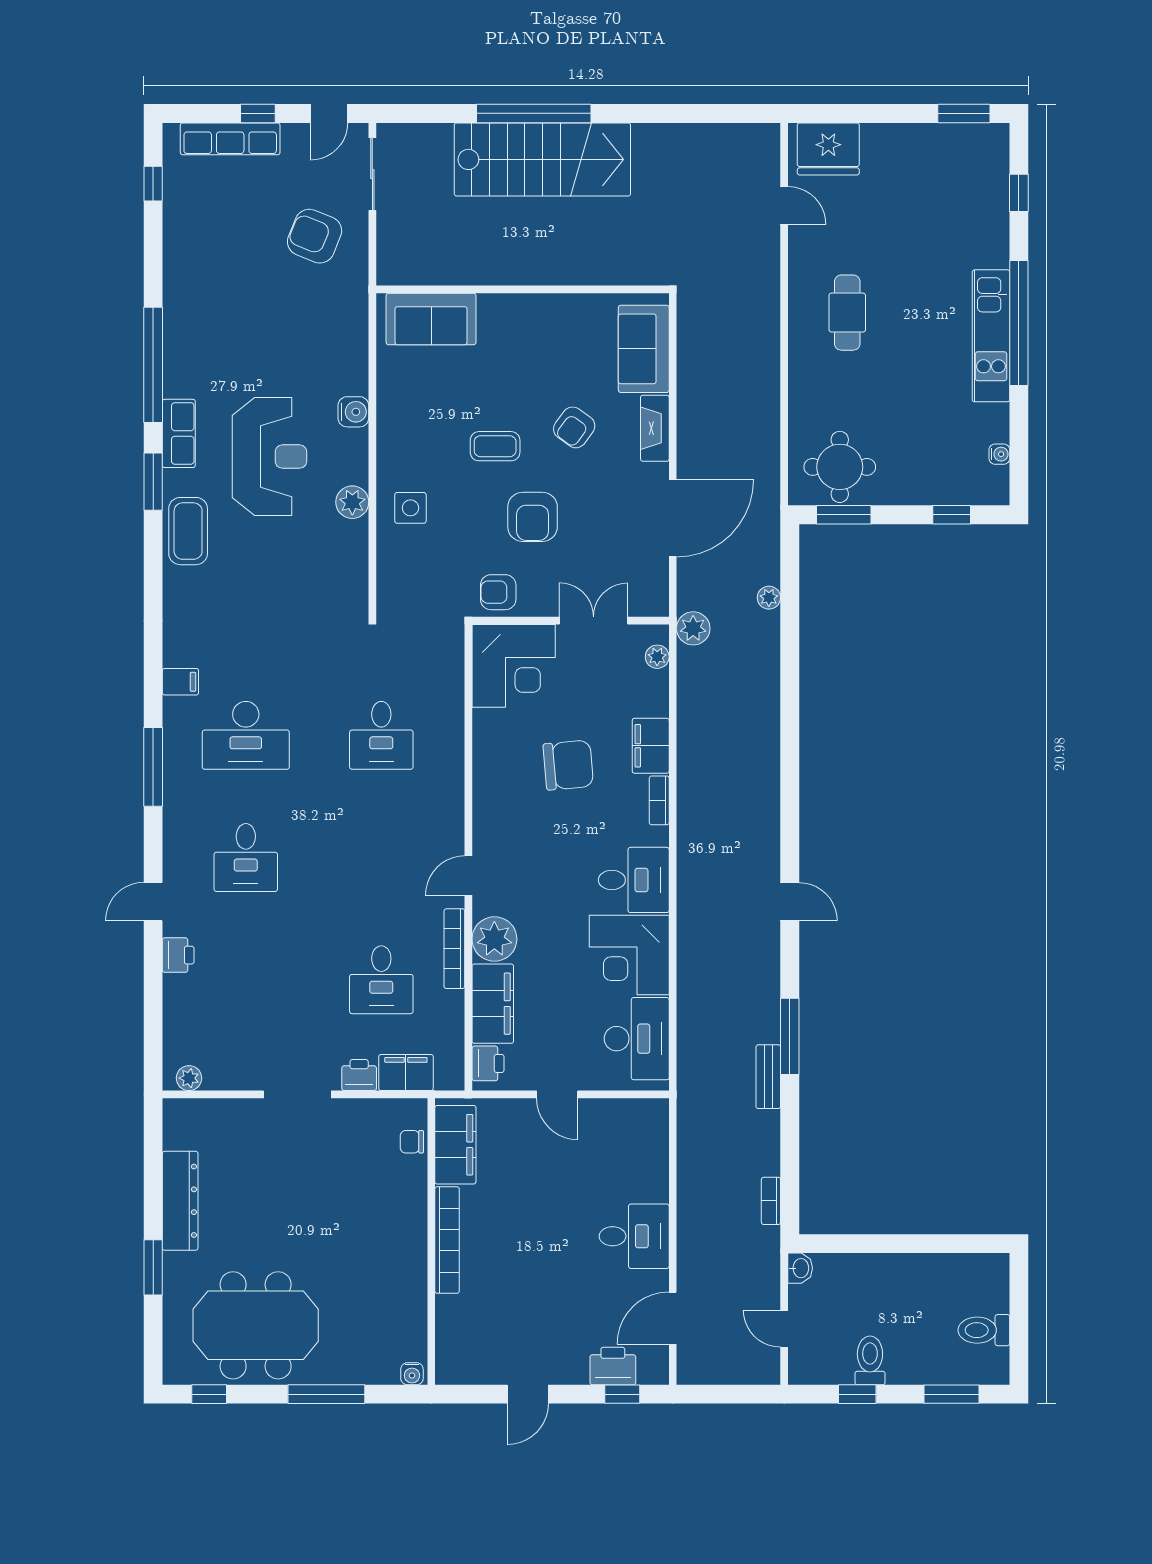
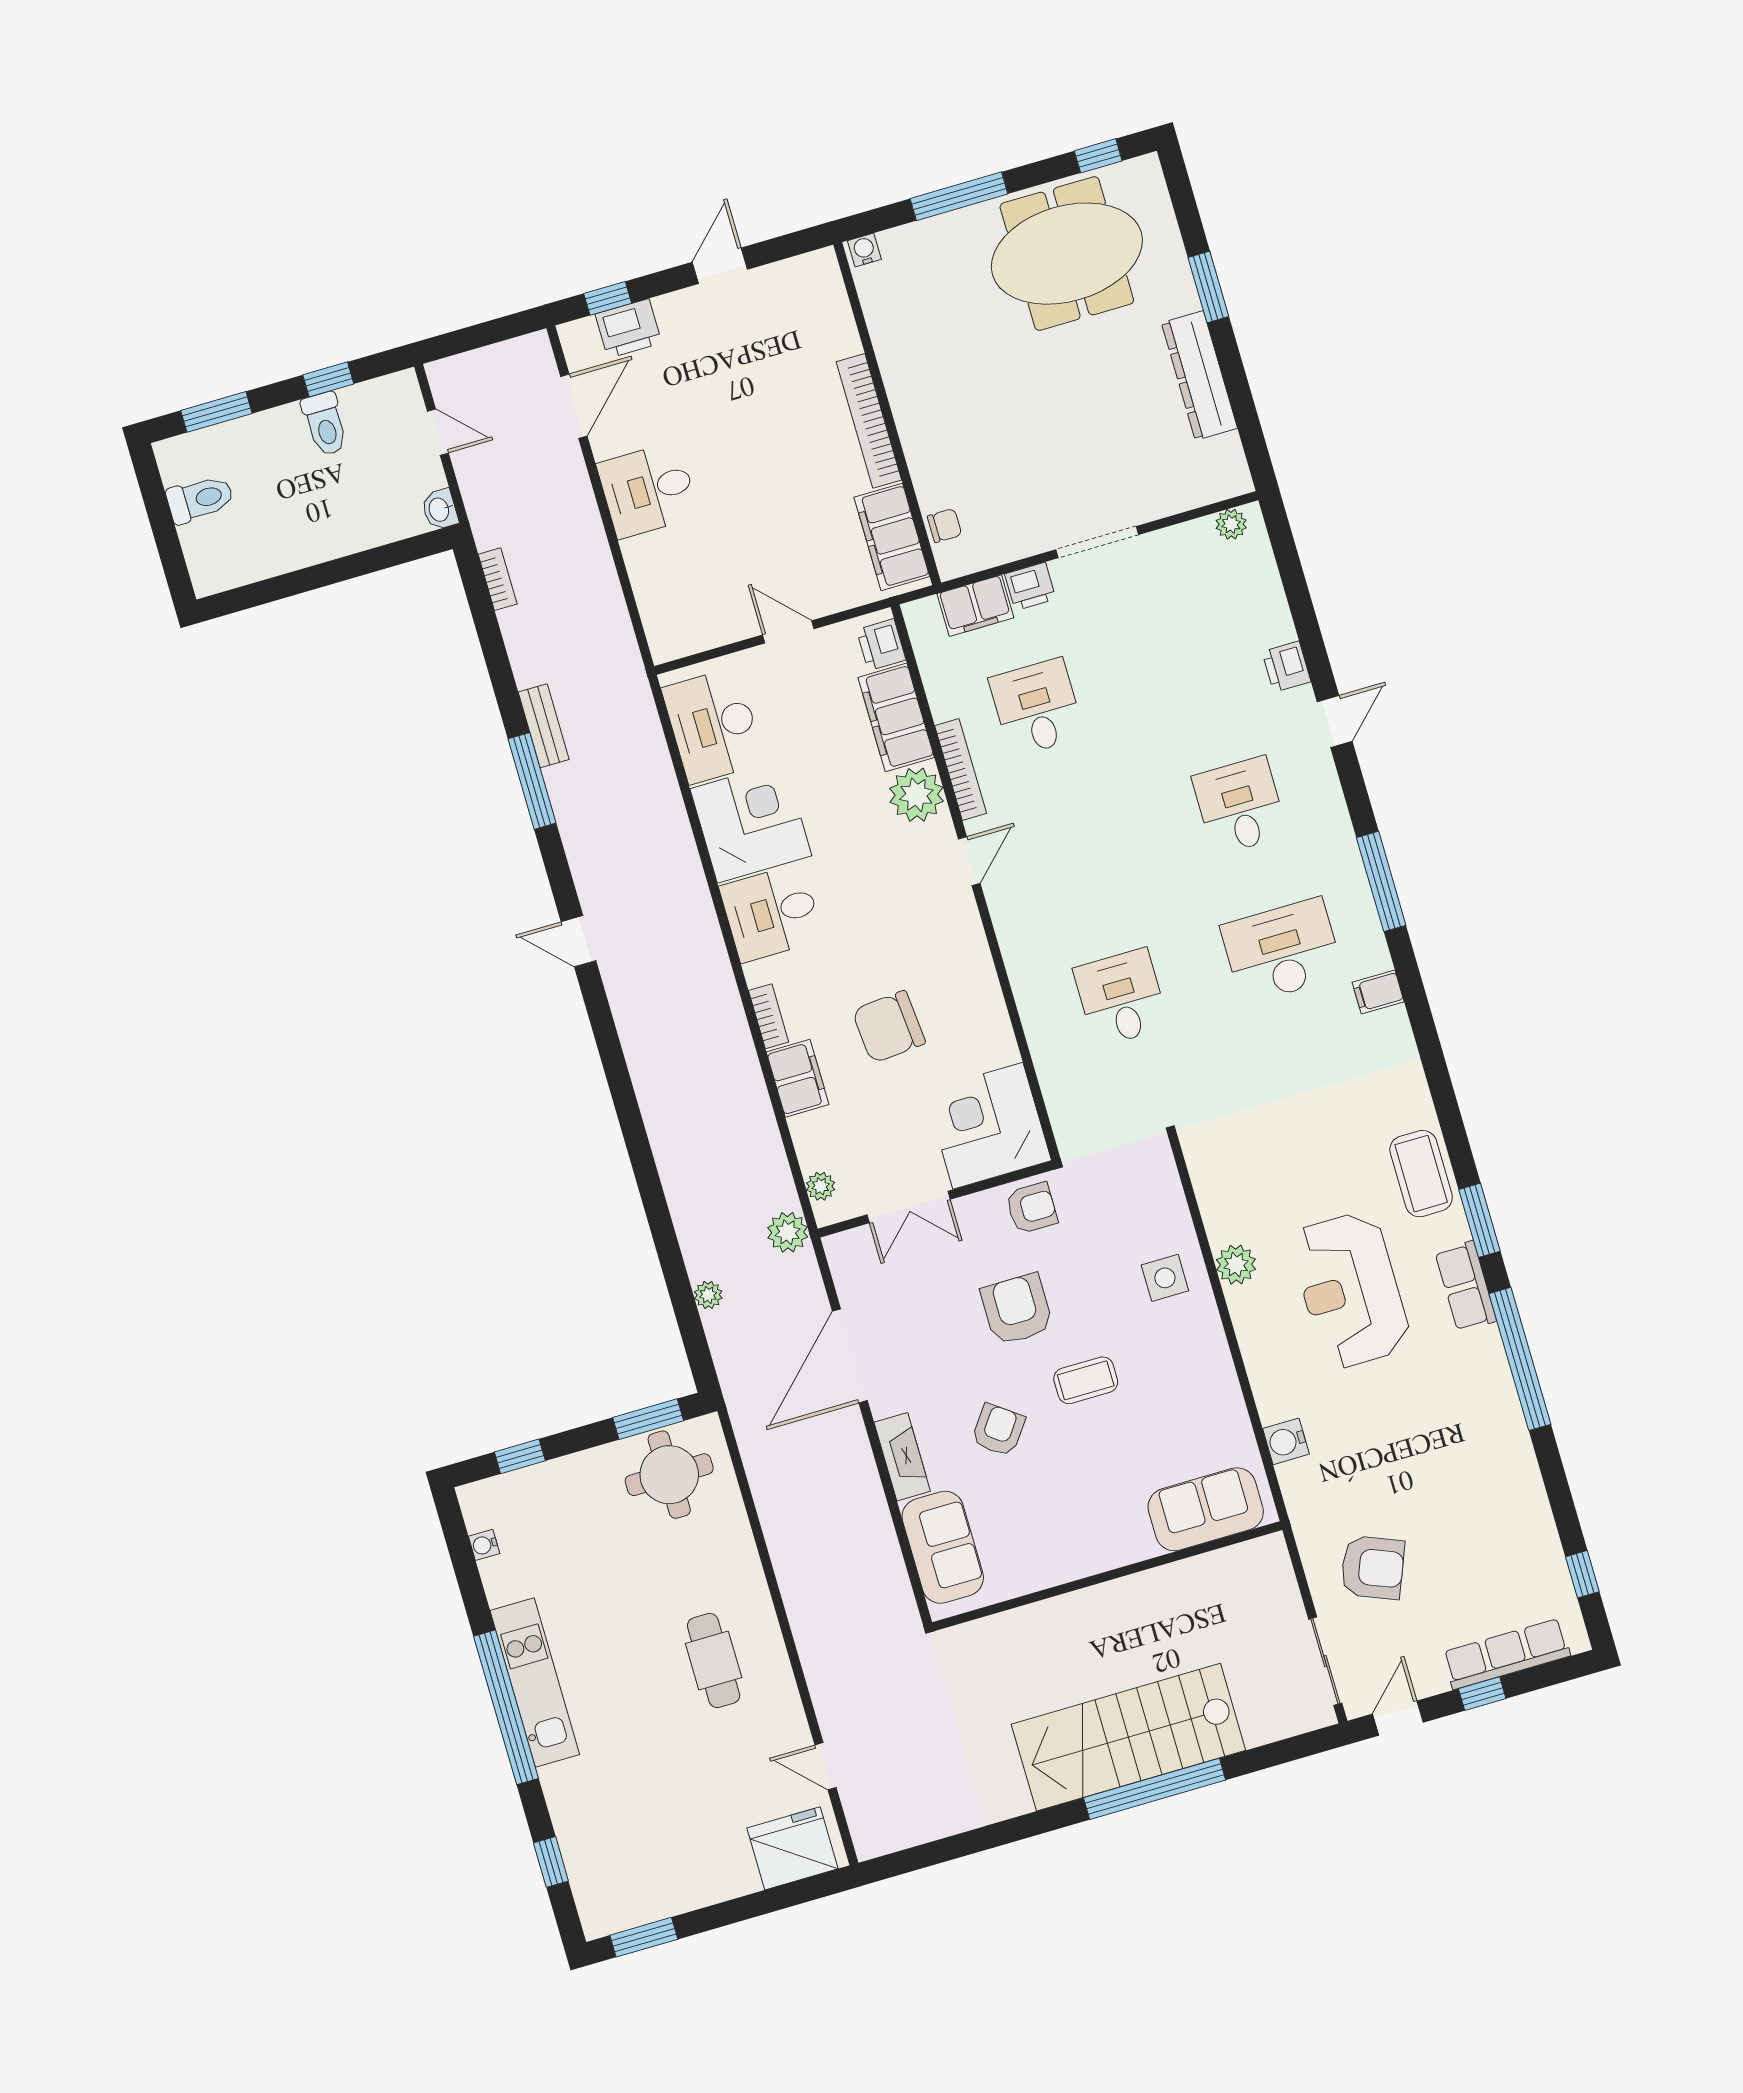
water cooler: (353, 412) -> (1286, 1441), moved

